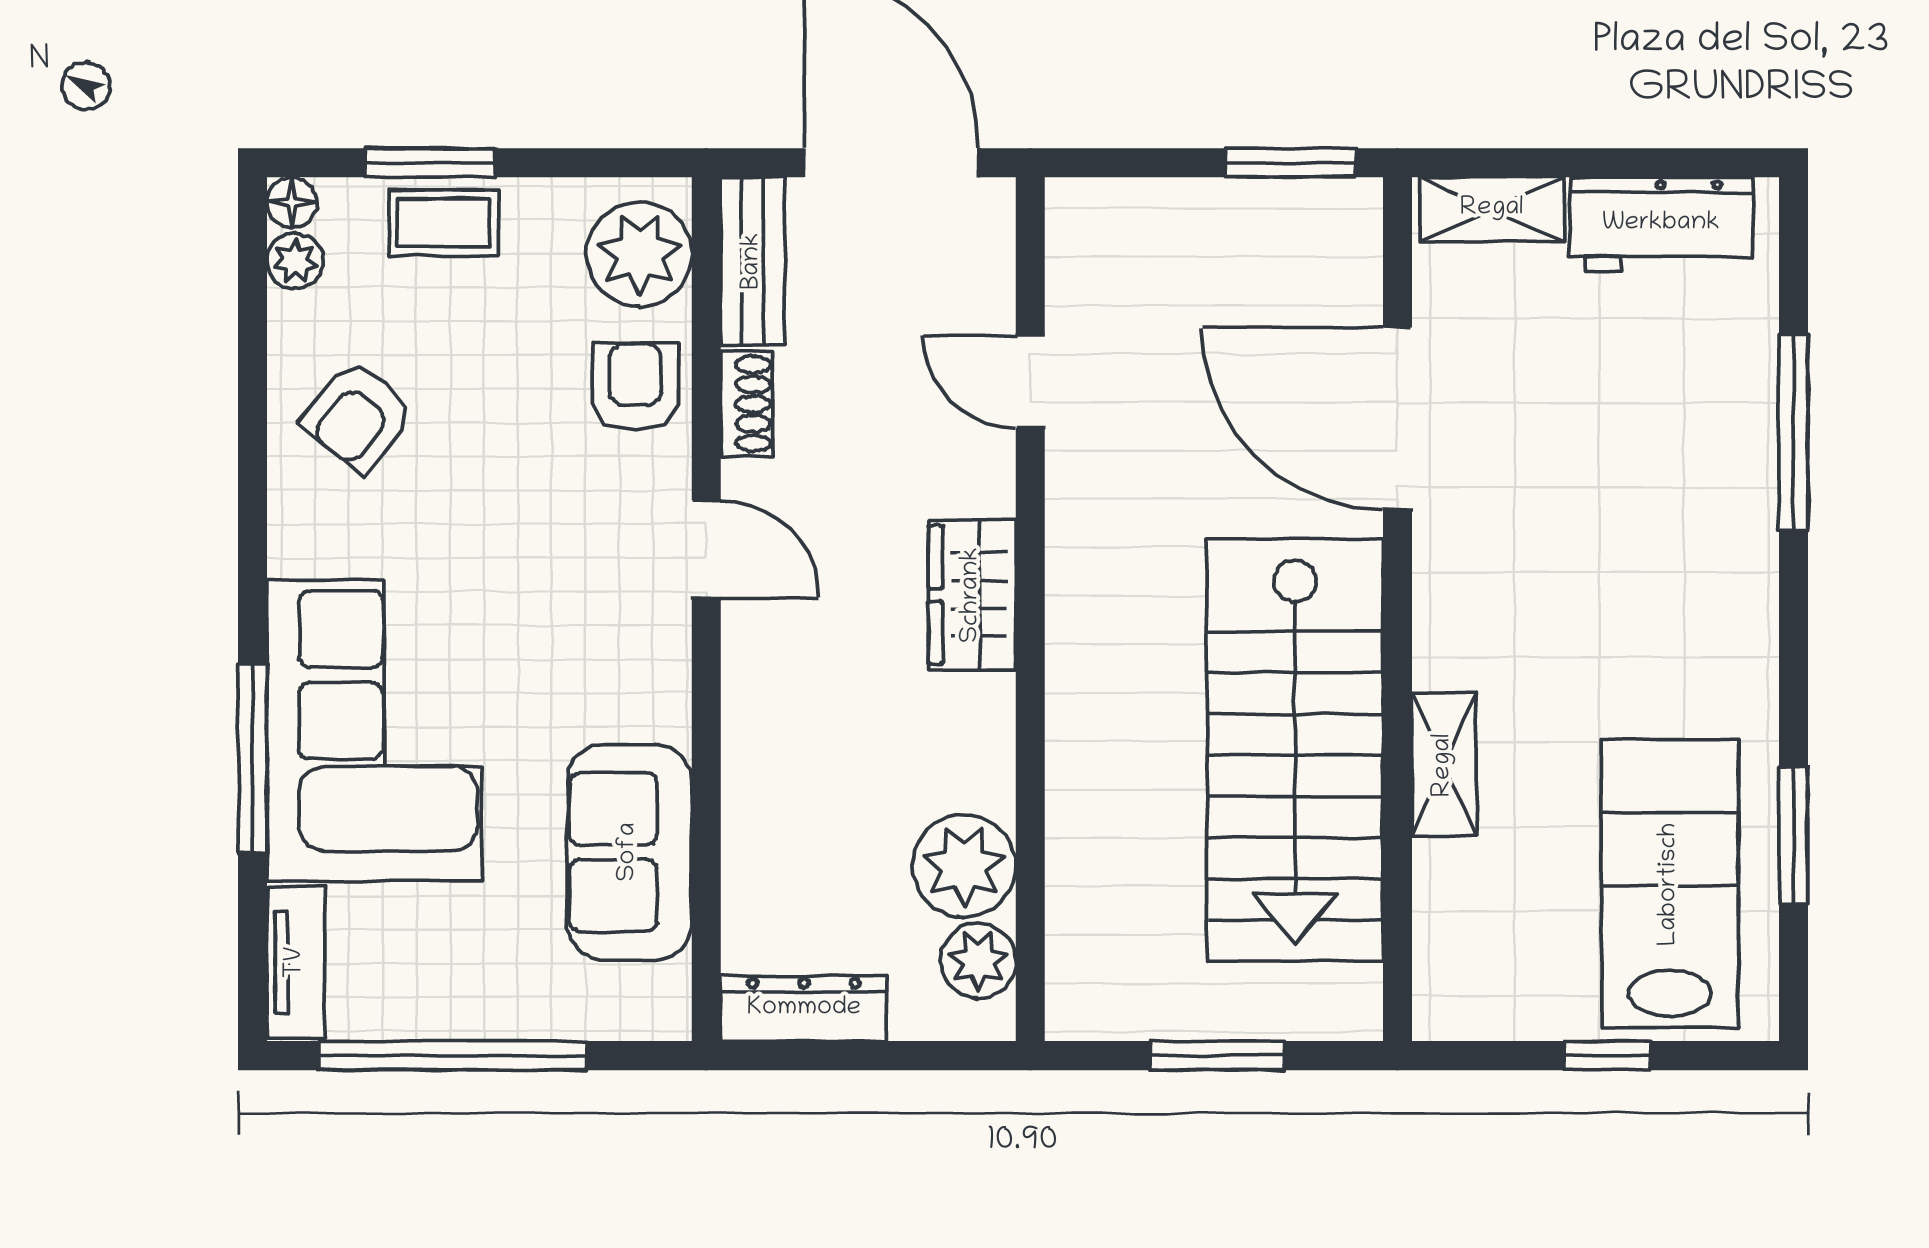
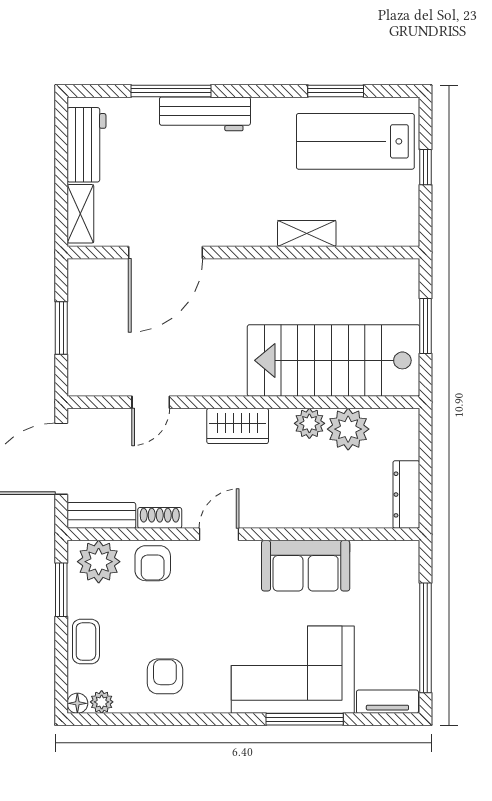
window: (430, 163) -> (61, 590), moved
window: (1290, 163) -> (61, 328), moved
armchair: (635, 387) -> (153, 563), turned -90
armchair: (358, 417) -> (165, 676), turned -129
workbench: (1737, 515) -> (205, 114), added
stairs: (1295, 750) -> (334, 360), moved, turned 180
sofa: (629, 852) -> (306, 566), moved
plant: (978, 961) -> (309, 423), moved

